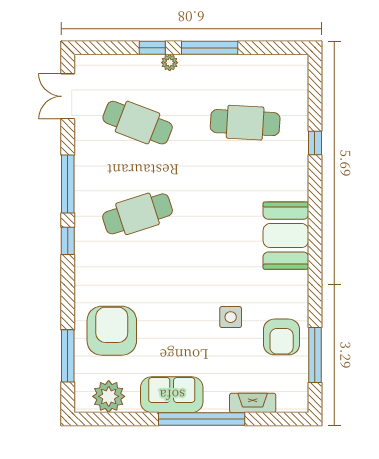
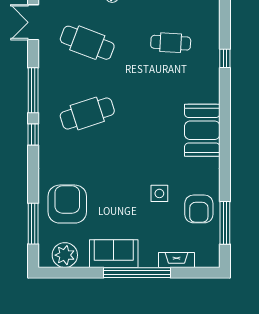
cafe table: (245, 123) -> (171, 43), width x0.73, depth x0.74

